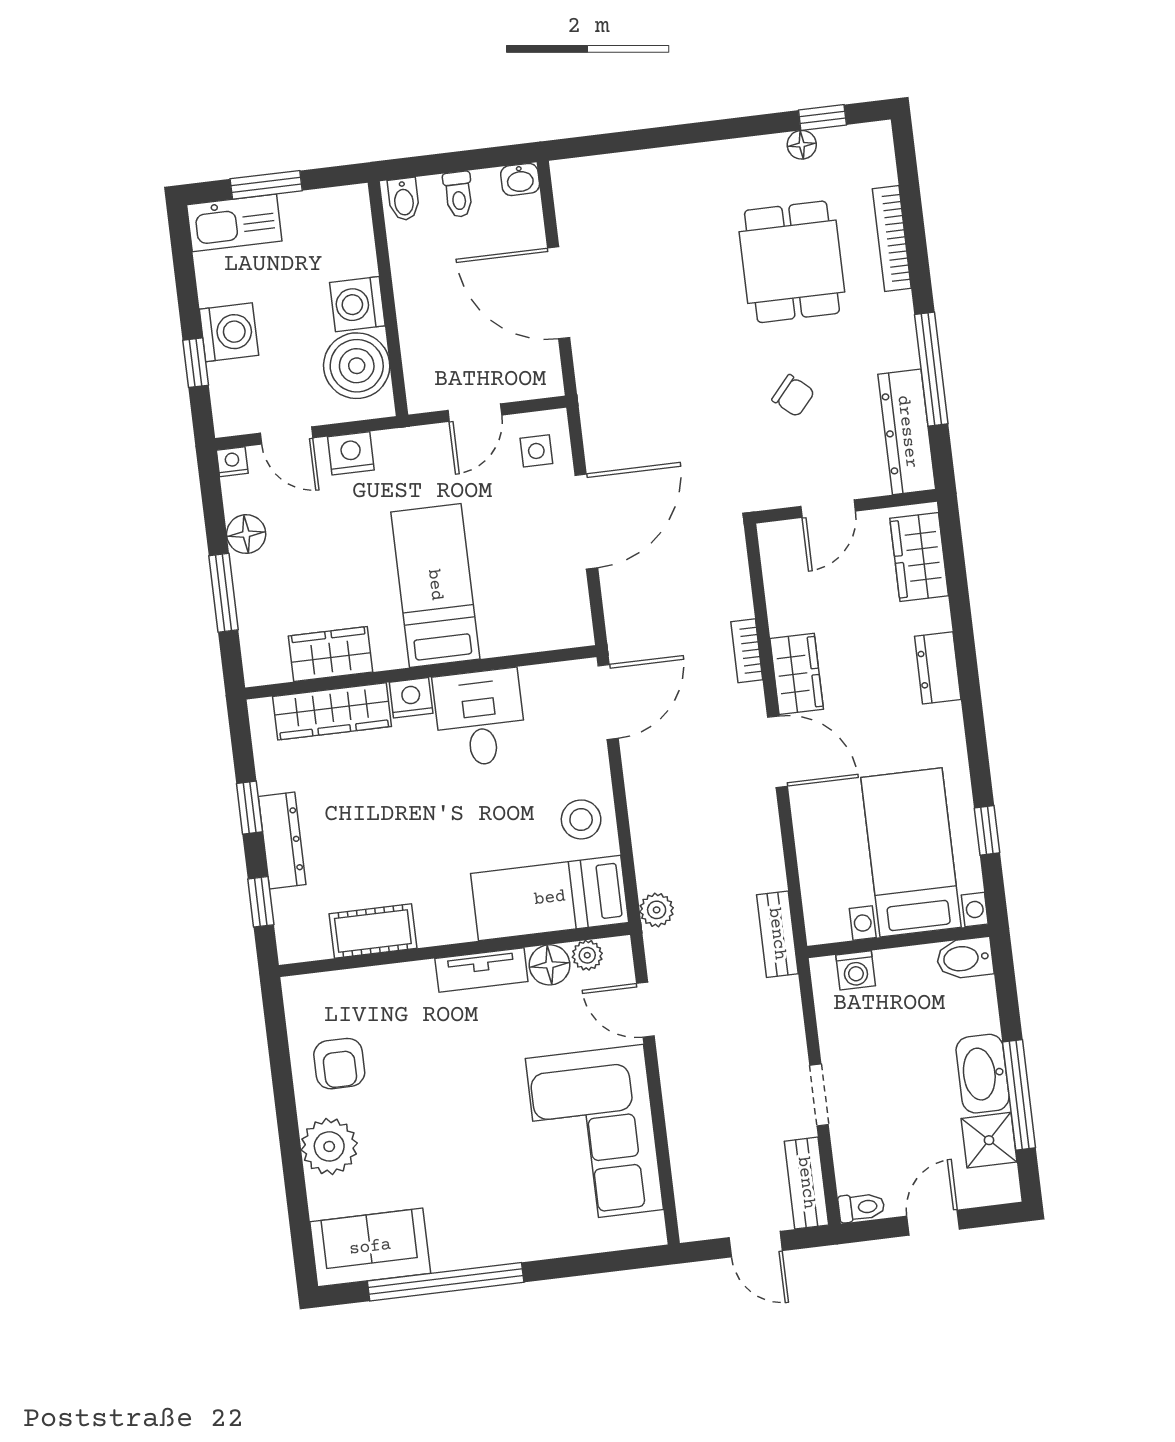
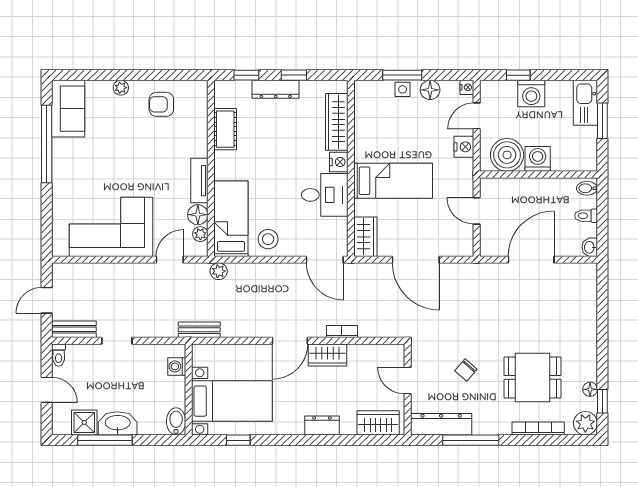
plant: (870, 146) -> (585, 423), added
side table: (536, 451) -> (403, 89), moved
wardrobe: (330, 654) -> (365, 237), moved
plant: (329, 1146) -> (121, 88), width x0.53, depth x0.53

